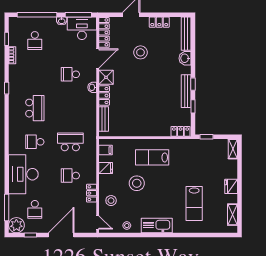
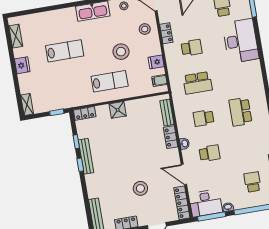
washbasin: (185, 58) -> (93, 190), removed
door: (98, 59) -> (184, 174), hinge flipped
shower: (106, 77) -> (118, 110), moved
school desk: (35, 142) -> (204, 118), moved, turned 180
lab bench: (194, 203) -> (65, 51), moved, turned 90

